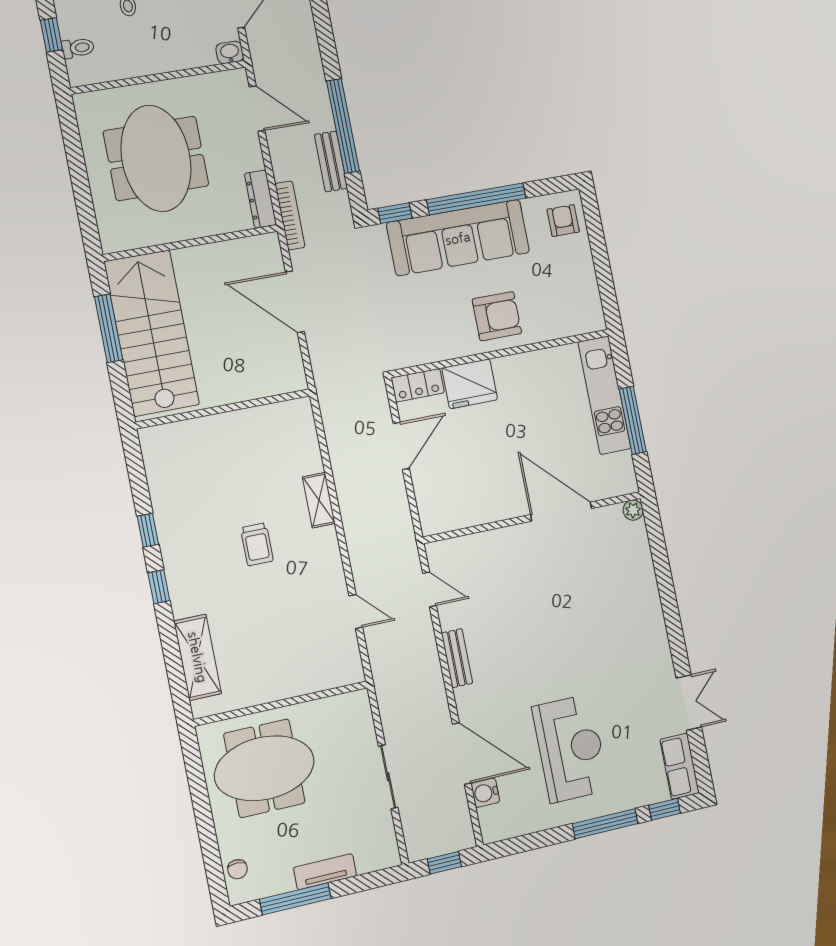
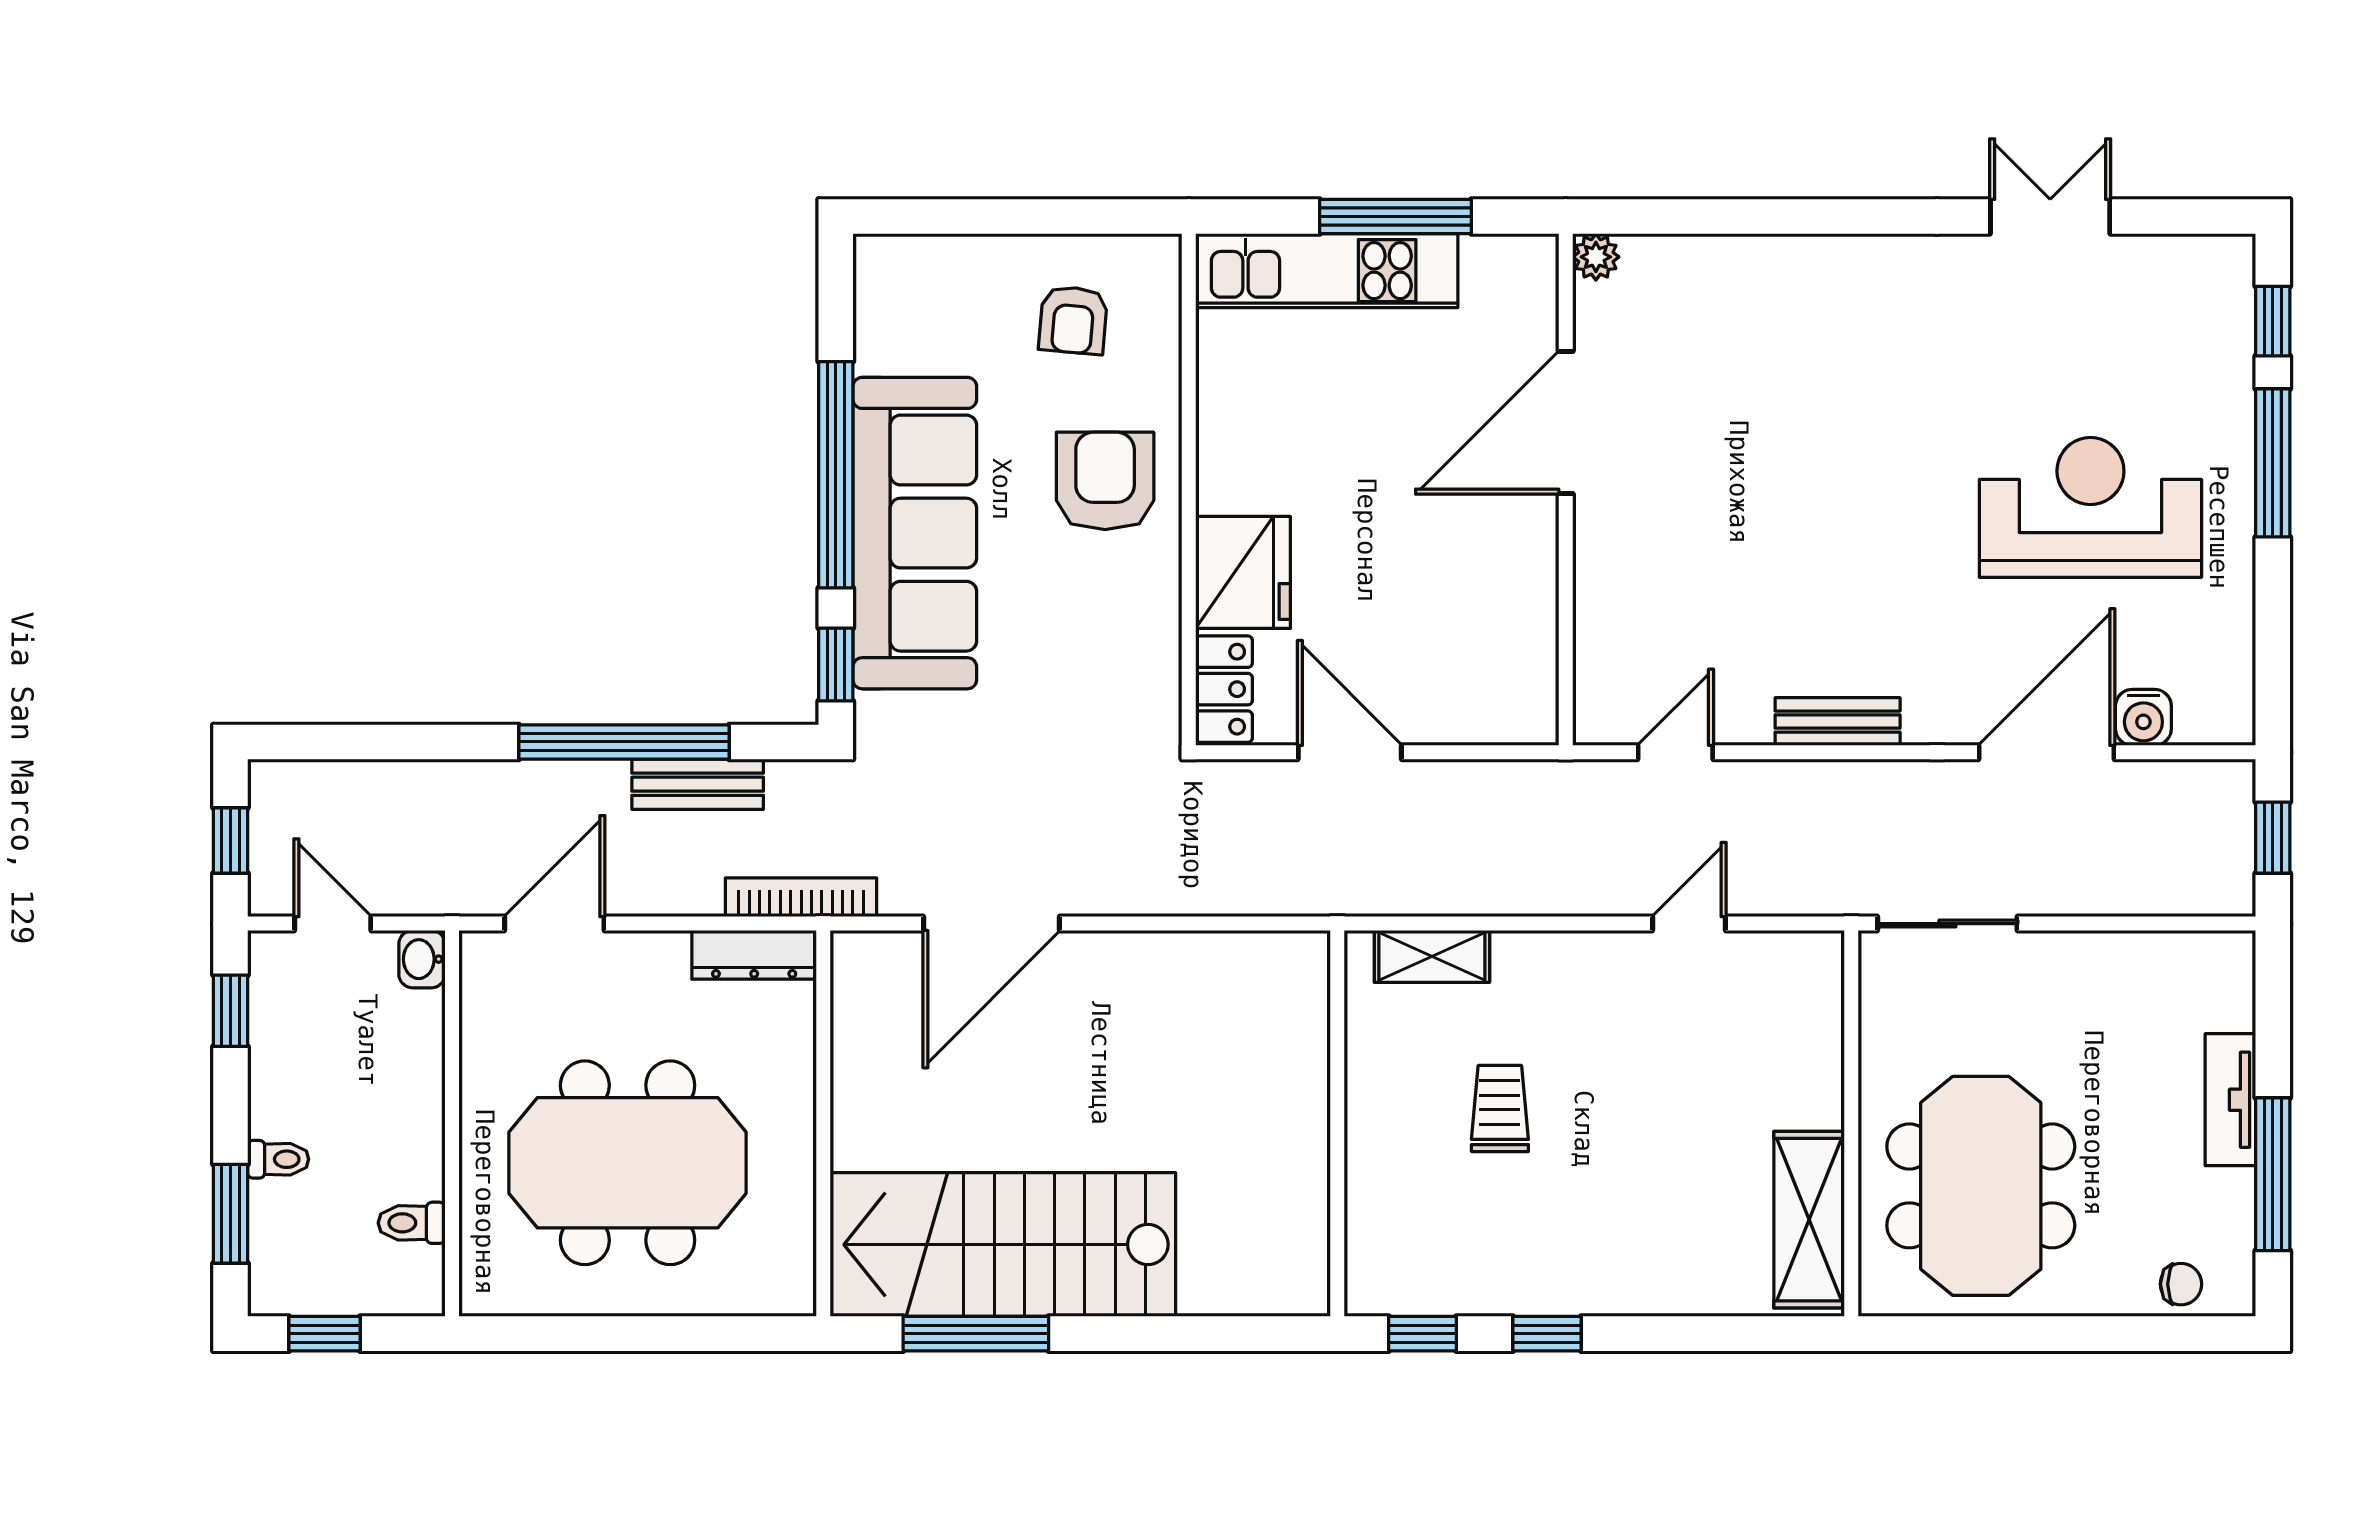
toilet: (78, 48) -> (412, 1223), moved, turned -90
armchair: (563, 221) -> (1073, 320), moved, turned -85
wall: (223, 409) -> (1337, 1123), moved
trolley: (257, 544) -> (1500, 1108), turned -90
shelving: (198, 657) -> (1809, 1220), moved, turned 90
row of seats: (680, 766) -> (2186, 267), removed
sliding door: (388, 777) -> (1947, 924), moved

